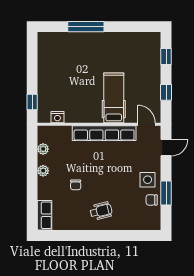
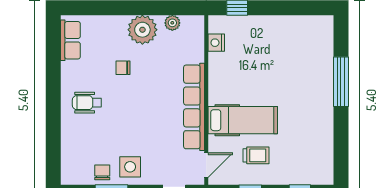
trolley: (139, 88) -> (256, 155), added
plant: (43, 171) -> (142, 30), width x1.87, depth x1.87
wheelchair: (101, 211) -> (87, 103), turned 104
row of seats: (45, 215) -> (70, 40), moved, turned -90

